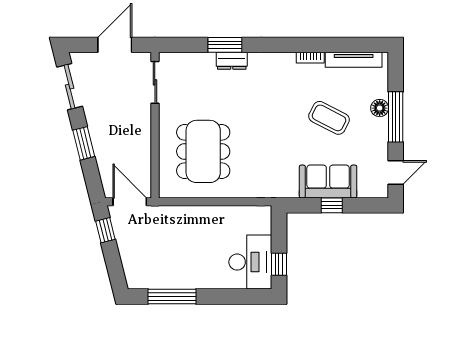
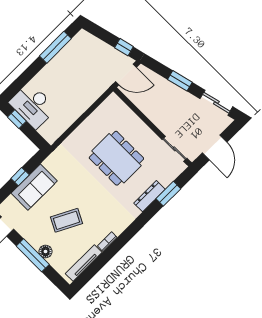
window: (225, 45) -> (168, 194), moved
dresser: (232, 61) -> (150, 196), width x1.44
dining table: (203, 151) -> (116, 158), moved

